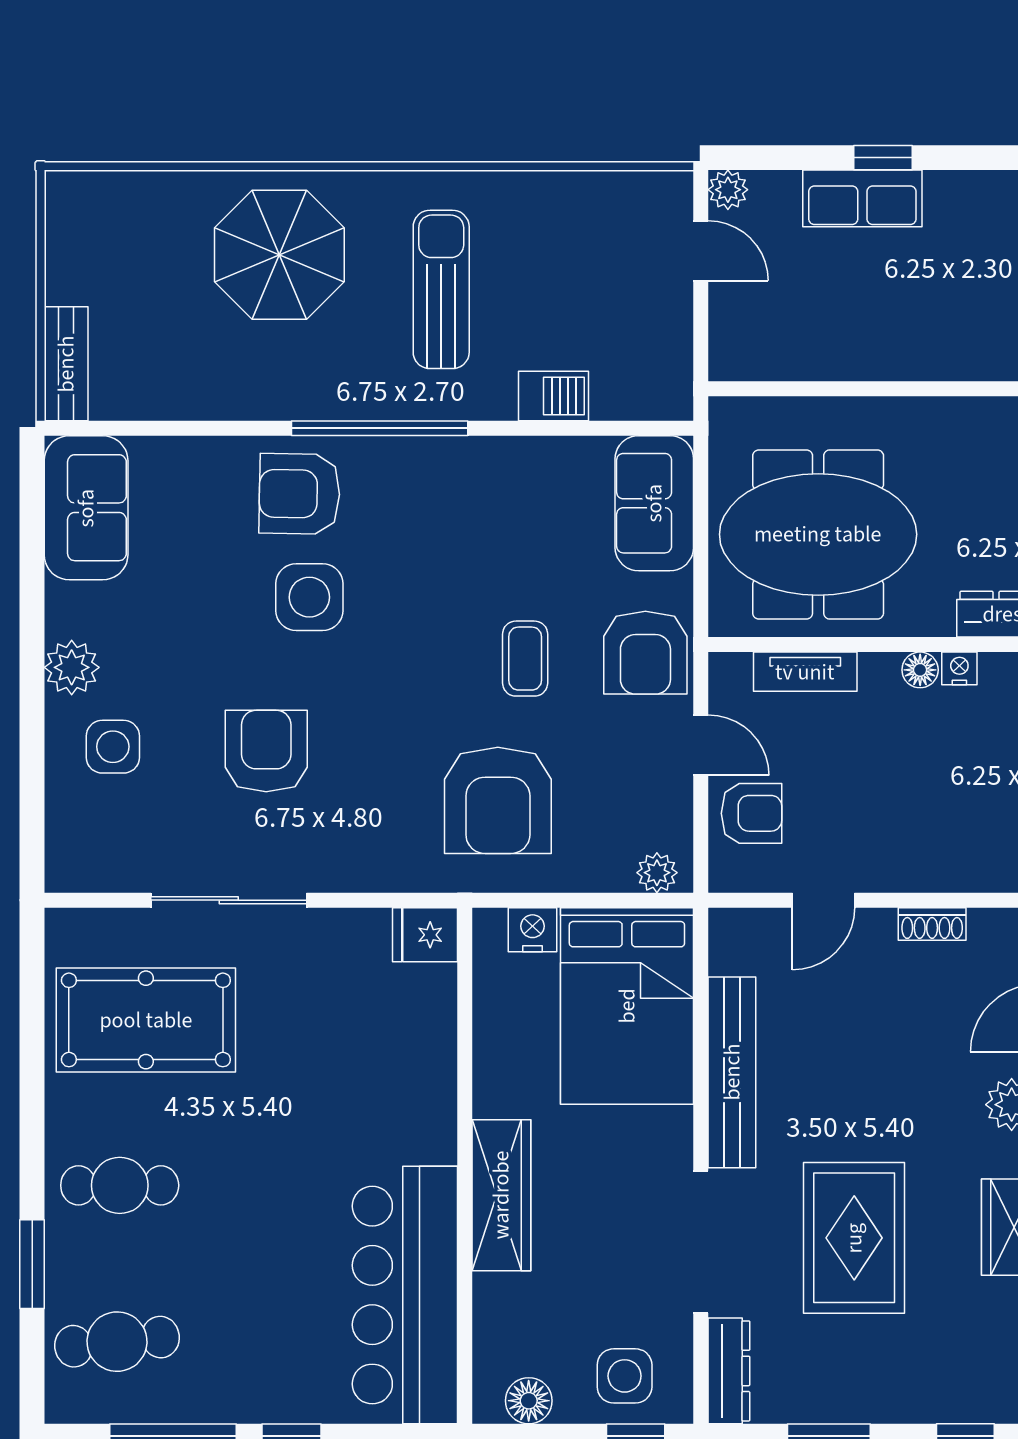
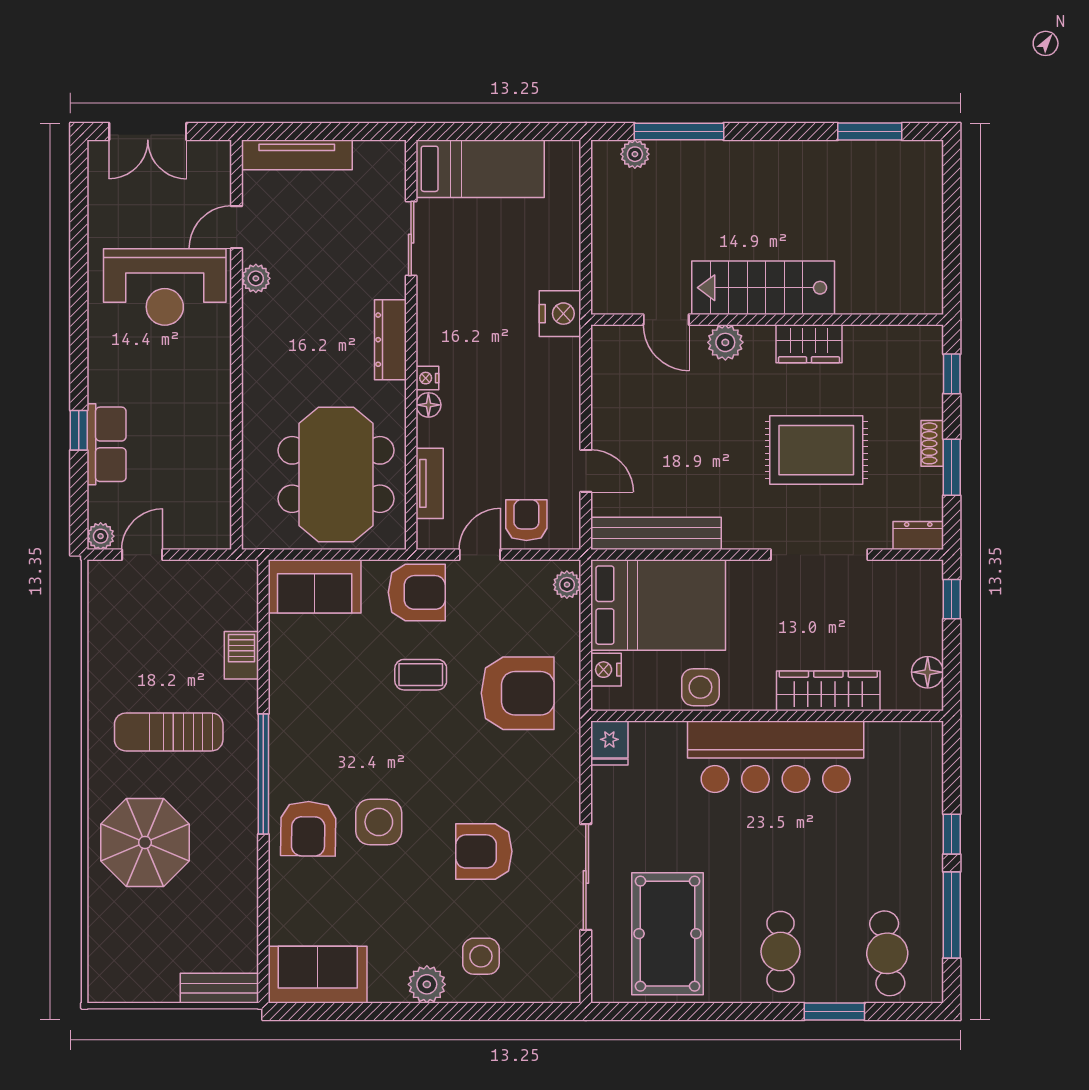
shoe rack: (932, 924) -> (932, 443), moved, turned 180
bench: (732, 1072) -> (656, 533), moved
wardrobe: (501, 1195) -> (828, 691), moved
bar counter: (405, 1295) -> (776, 757), moved
dresser: (729, 1371) -> (918, 535), width x0.70
side table: (625, 1376) -> (700, 687), moved

